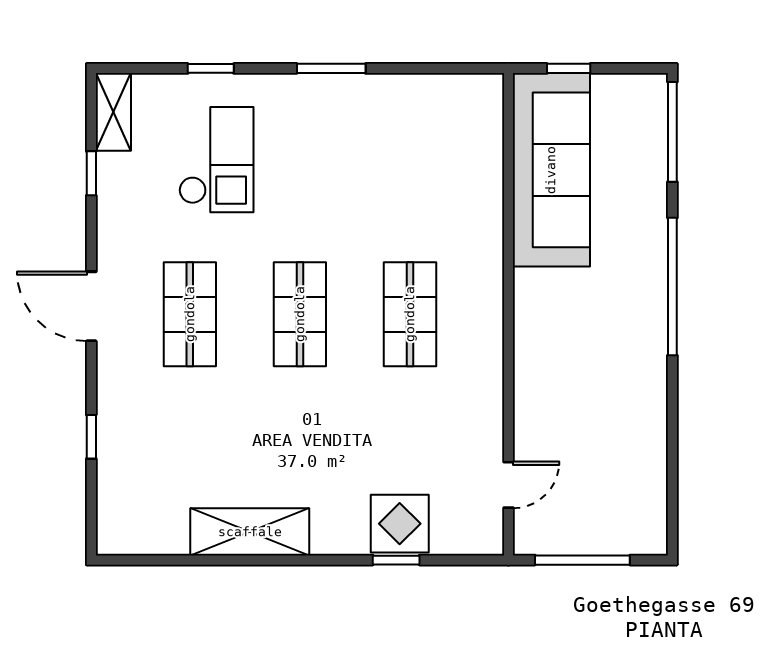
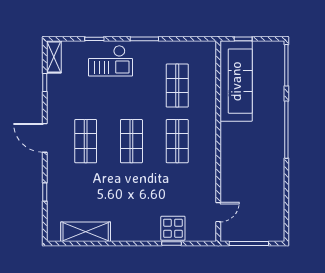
checkout: (216, 160) -> (111, 61), moved, turned 90
shop shelf: (410, 181) -> (177, 86), added
shelving: (250, 532) -> (86, 232), moved

